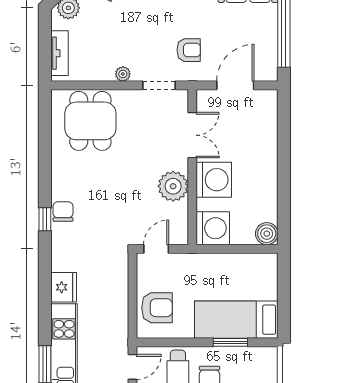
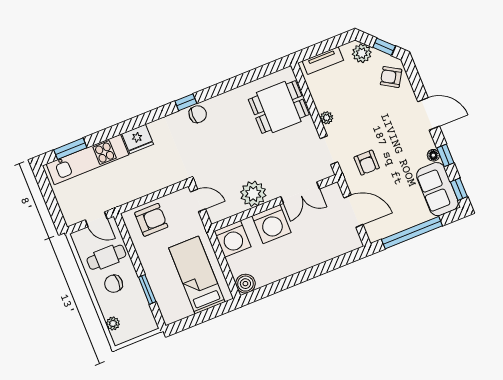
armchair: (157, 308) -> (151, 220), turned -90
bed: (236, 320) -> (197, 275), moved

